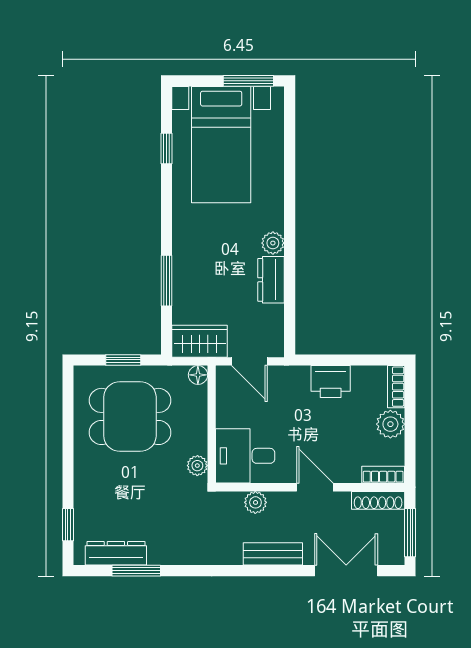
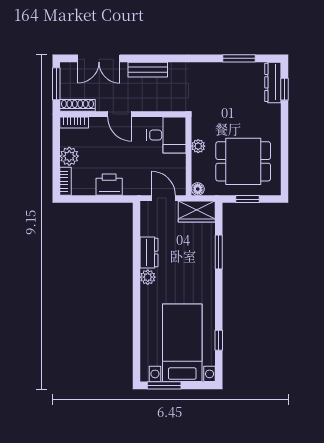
plant: (197, 466) -> (198, 146), moved
plant: (255, 502) -> (159, 104), removed
dresser: (116, 553) -> (273, 82), moved, turned 90

